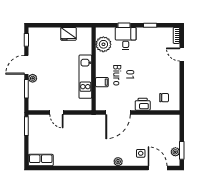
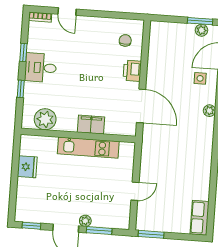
desk: (126, 38) -> (41, 68), moved
door: (182, 54) -> (67, 12), hinge flipped
filing cabinet: (102, 82) -> (91, 125), width x2.00

